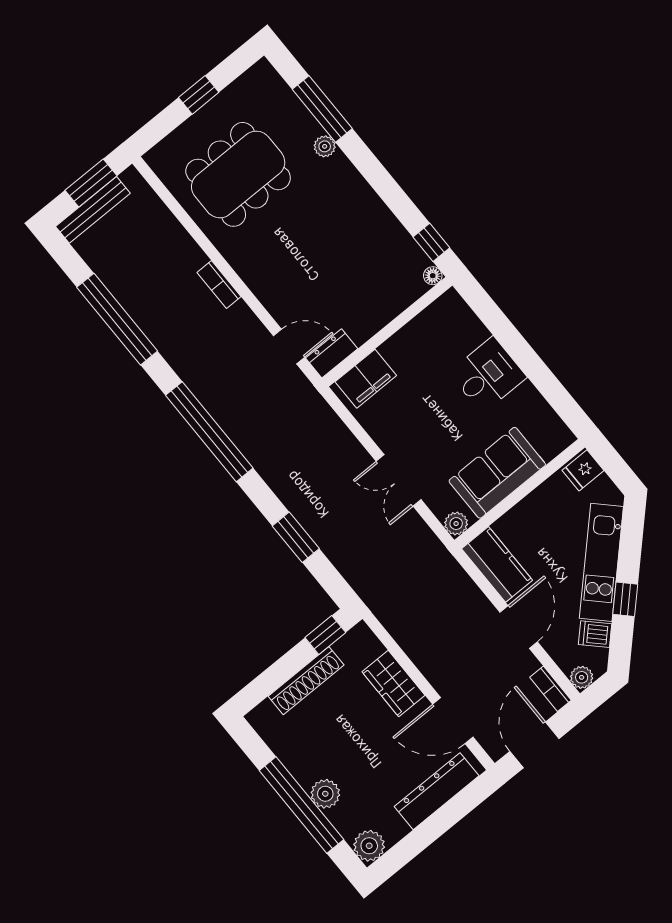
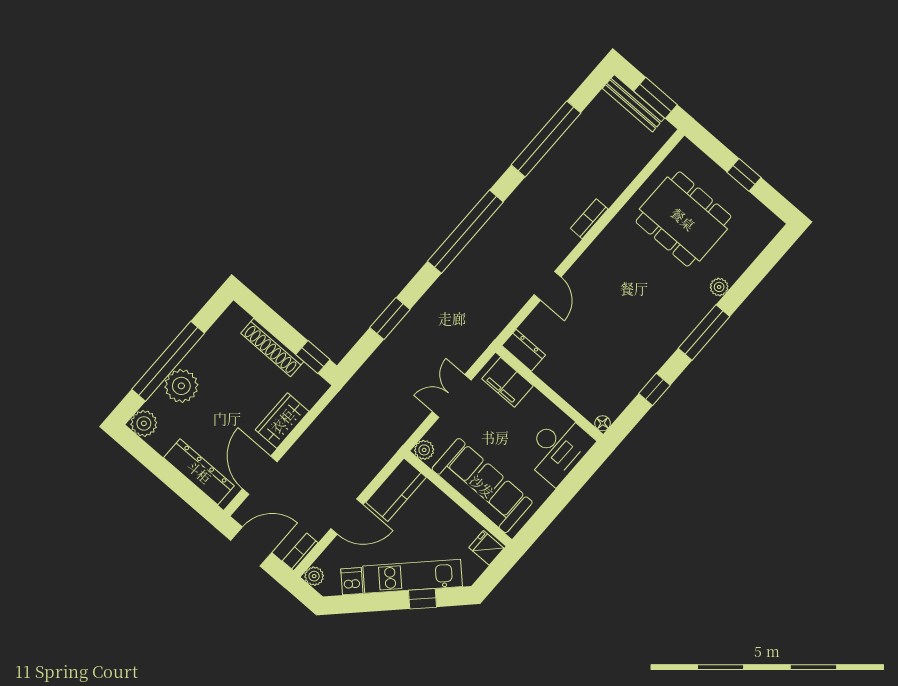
window: (322, 109) -> (704, 332), moved
floor lamp: (433, 276) -> (603, 423), moved
wall: (387, 332) -> (549, 393), moved
dresser: (332, 353) -> (524, 350), moved
desk: (488, 375) -> (558, 449), width x1.37
filing cabinet: (366, 379) -> (507, 382), moved
sofa: (497, 473) -> (482, 486), width x1.36
window: (625, 599) -> (423, 599), moved
plant: (325, 794) -> (181, 386), width x1.36, depth x1.36

